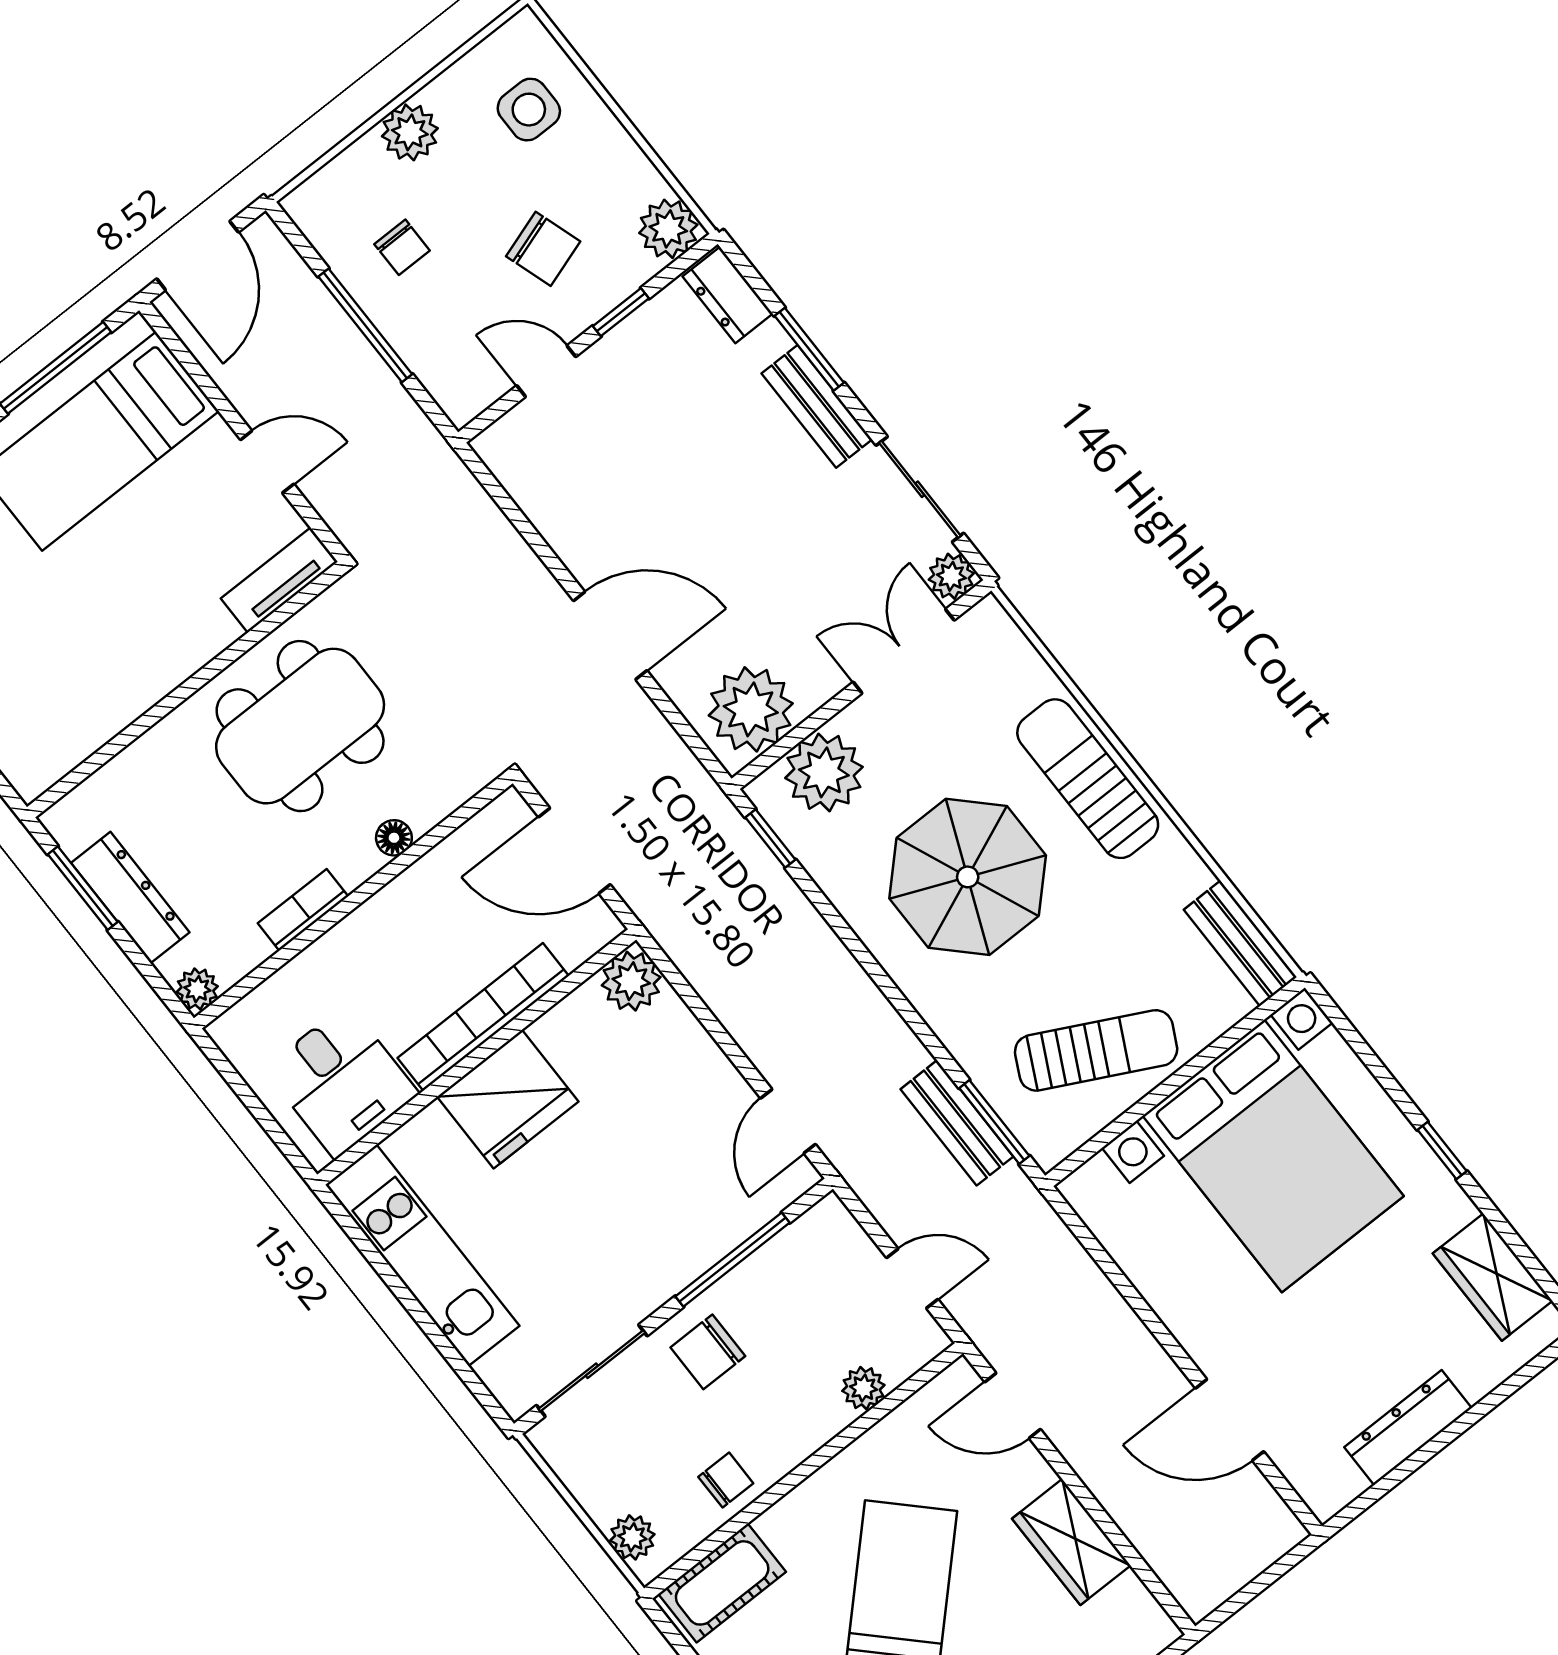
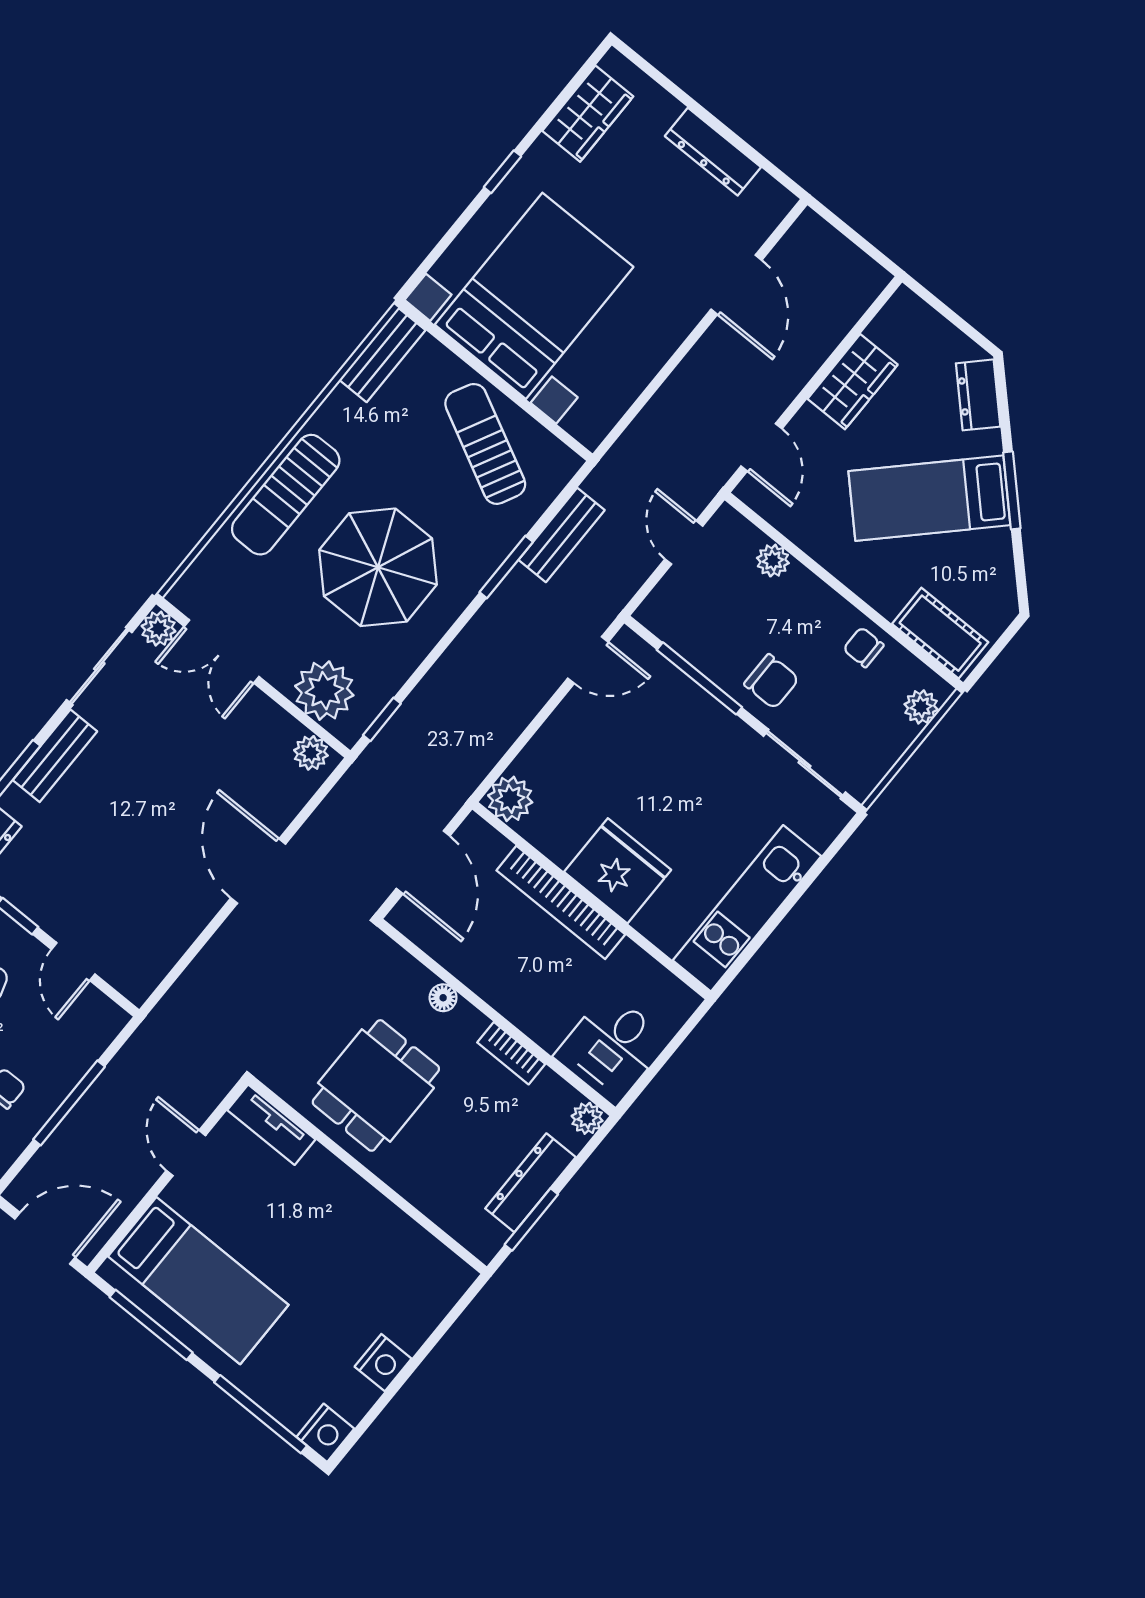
plant: (751, 709) -> (311, 753), width x0.53, depth x0.53
dining table: (300, 726) -> (376, 1085), width x0.73
desk: (341, 1081) -> (612, 1048), moved, turned 180
window: (994, 1122) -> (506, 567), moved

